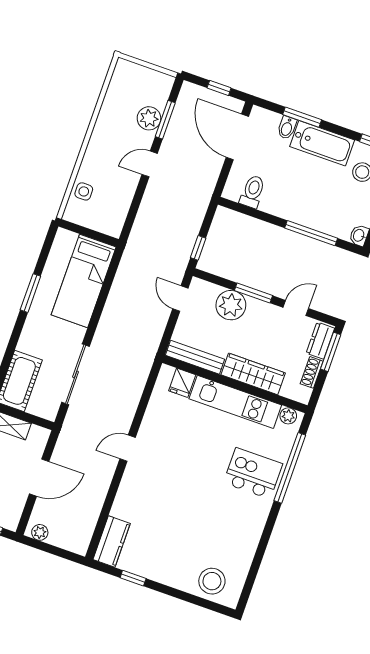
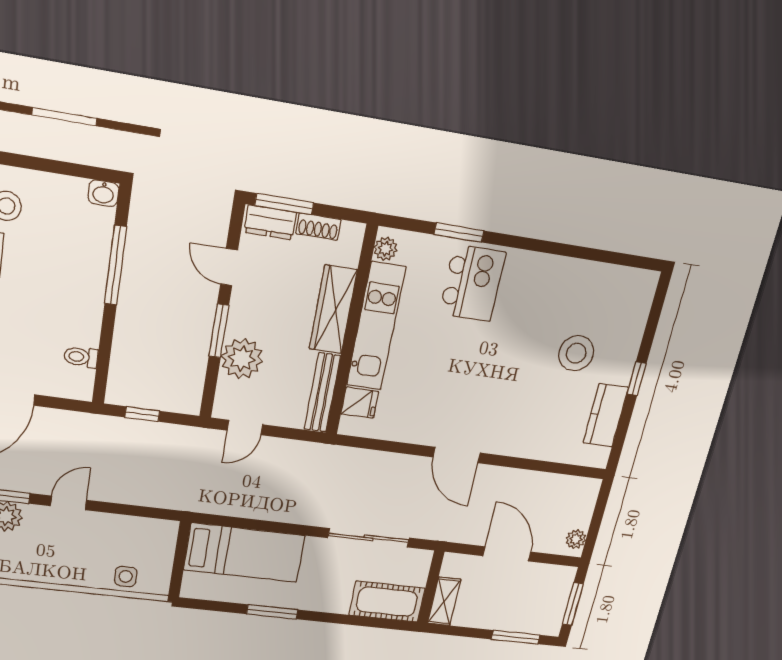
door: (150, 164) -> (69, 503), swing flipped
toilet: (253, 192) -> (81, 357), width x0.73, depth x0.72
window: (198, 248) -> (142, 414), moved
door: (128, 448) -> (457, 455), width x1.38
window: (290, 468) -> (459, 233), width x0.47
kitchen island: (253, 473) -> (472, 283), turned 180
kitchen counter: (112, 541) -> (606, 415), moved, turned -90
window: (133, 578) -> (637, 379), moved
stool: (212, 581) -> (576, 353), moved

